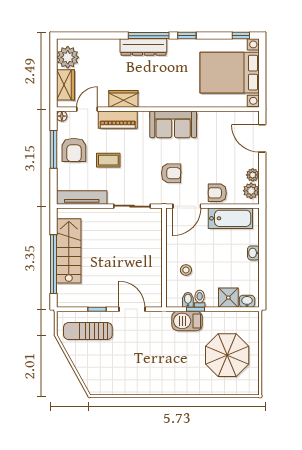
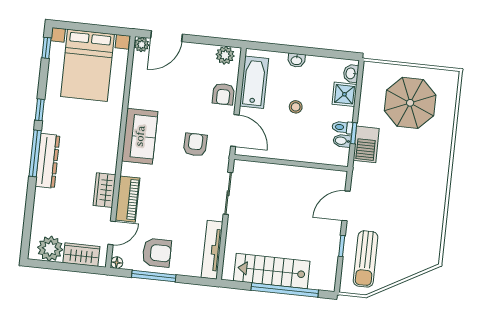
door: (87, 109) -> (112, 233), swing flipped
coffee table: (108, 160) -> (173, 215), removed
plant: (253, 175) -> (142, 45), moved
stool: (186, 270) -> (296, 107), moved

